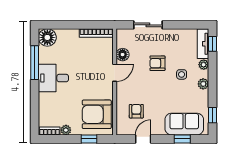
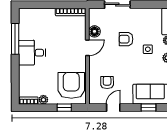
floor lamp: (47, 37) -> (27, 16), removed
armchair: (97, 114) -> (71, 85), turned 90

